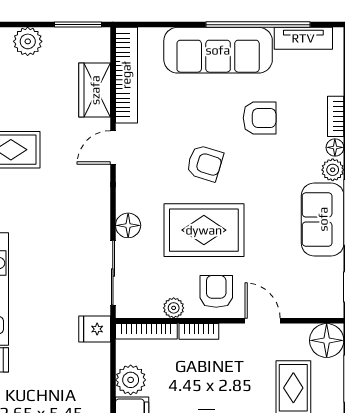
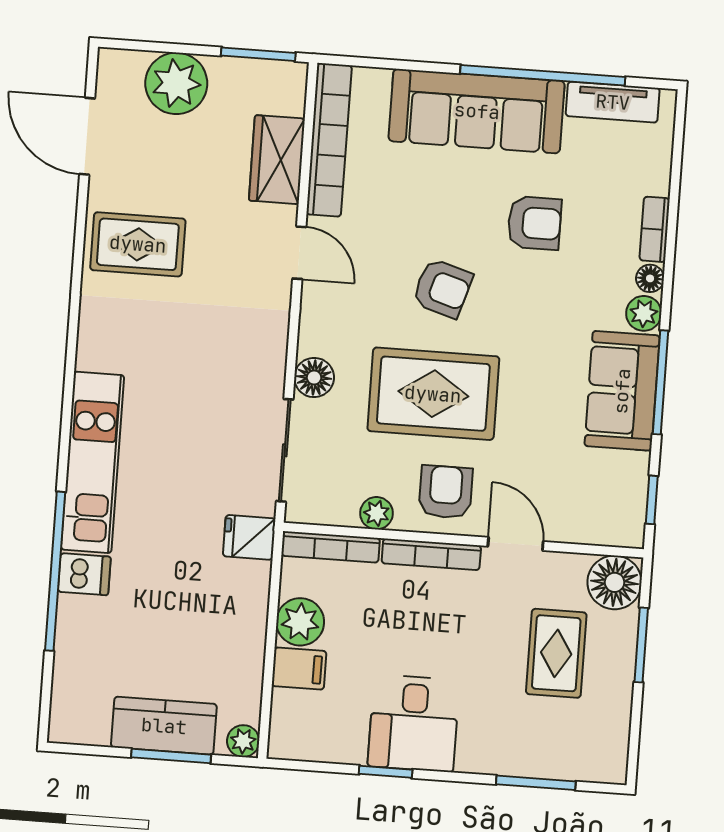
plant: (28, 41) -> (176, 83), width x1.36, depth x1.36
door: (113, 148) -> (299, 253), swing flipped
bookcase: (199, 331) -> (431, 554), width x1.56

